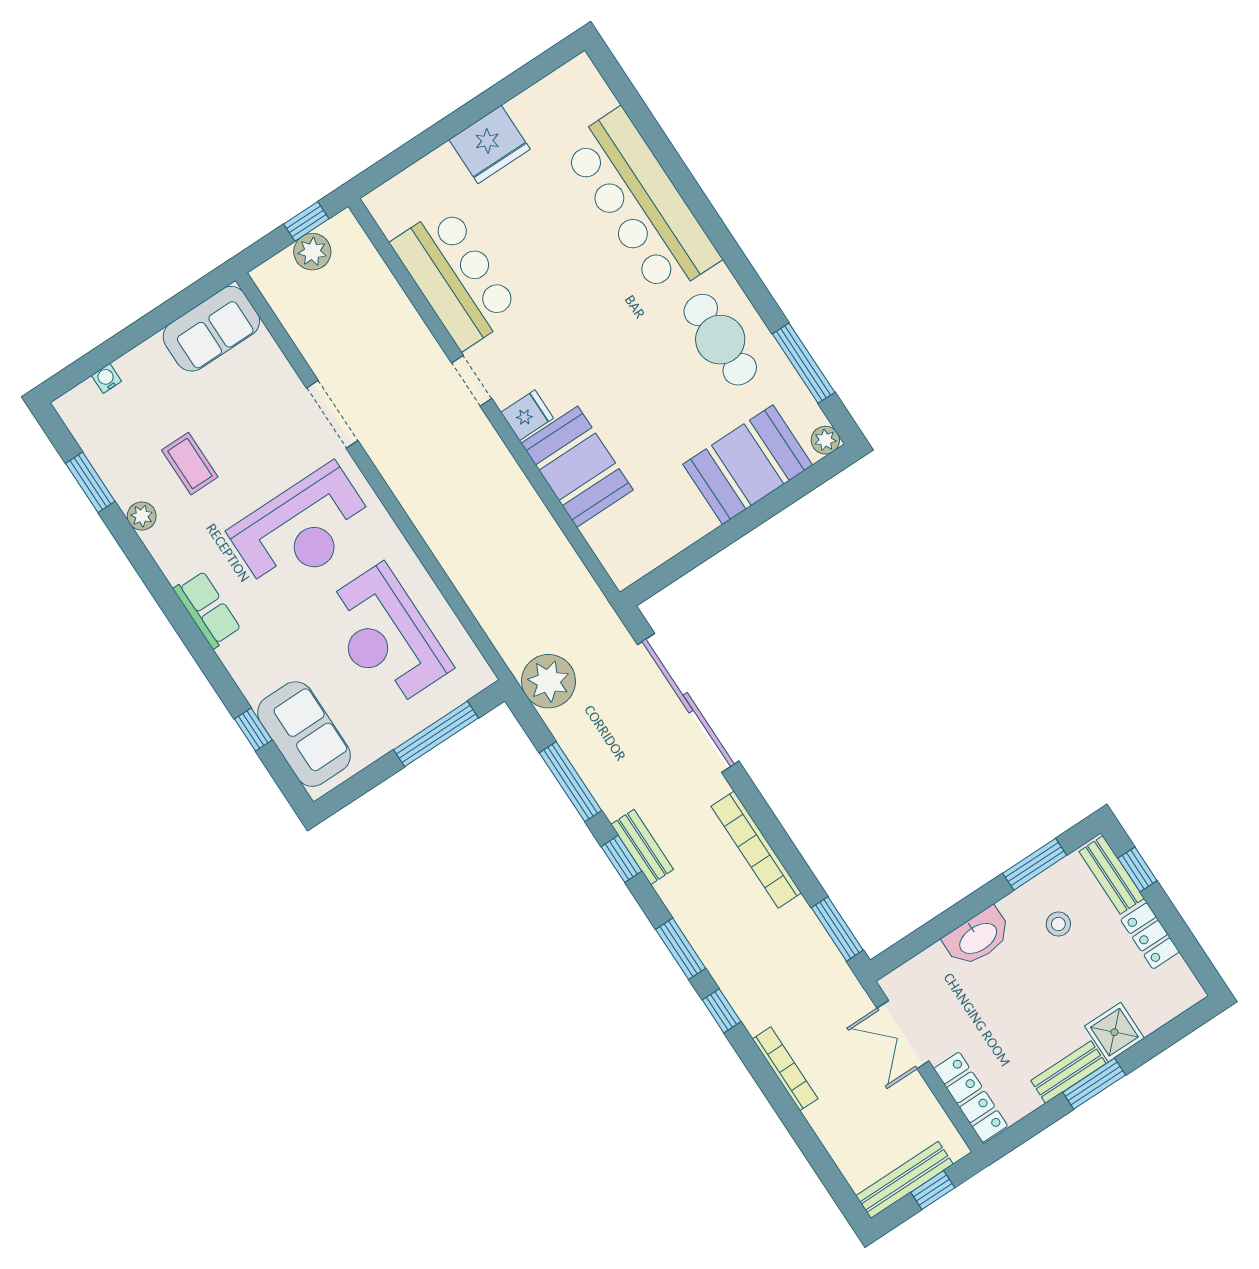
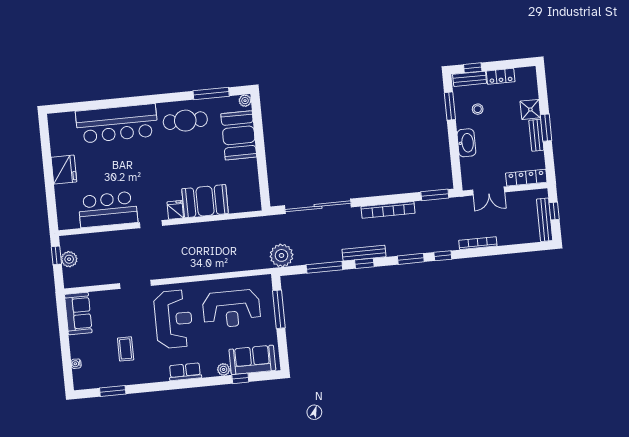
coffee table: (190, 464) -> (126, 349), turned 90
plant: (142, 516) -> (224, 369), moved
bench: (642, 847) -> (364, 253), width x1.36

